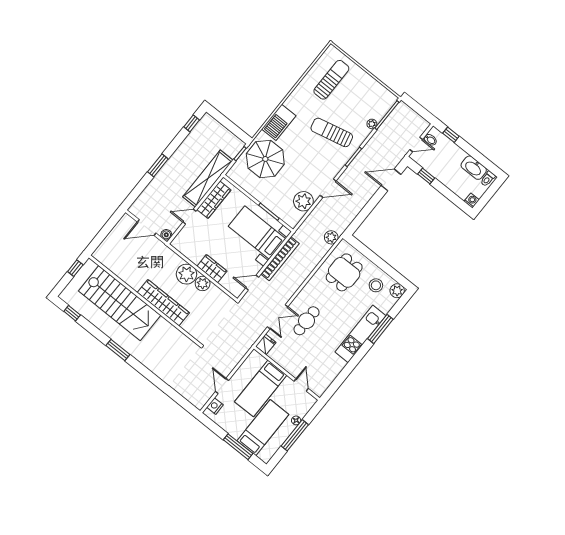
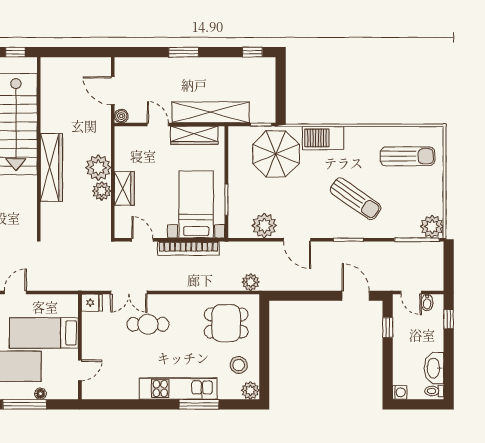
plant: (372, 124) -> (432, 226), moved, width x1.88, depth x1.88
sun lounger: (332, 132) -> (355, 199), turned 138

